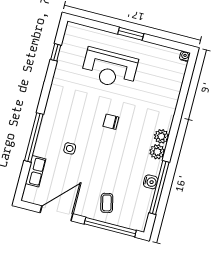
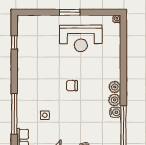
reception desk: (110, 69) -> (81, 38), moved
water cooler: (151, 182) -> (115, 112), moved

